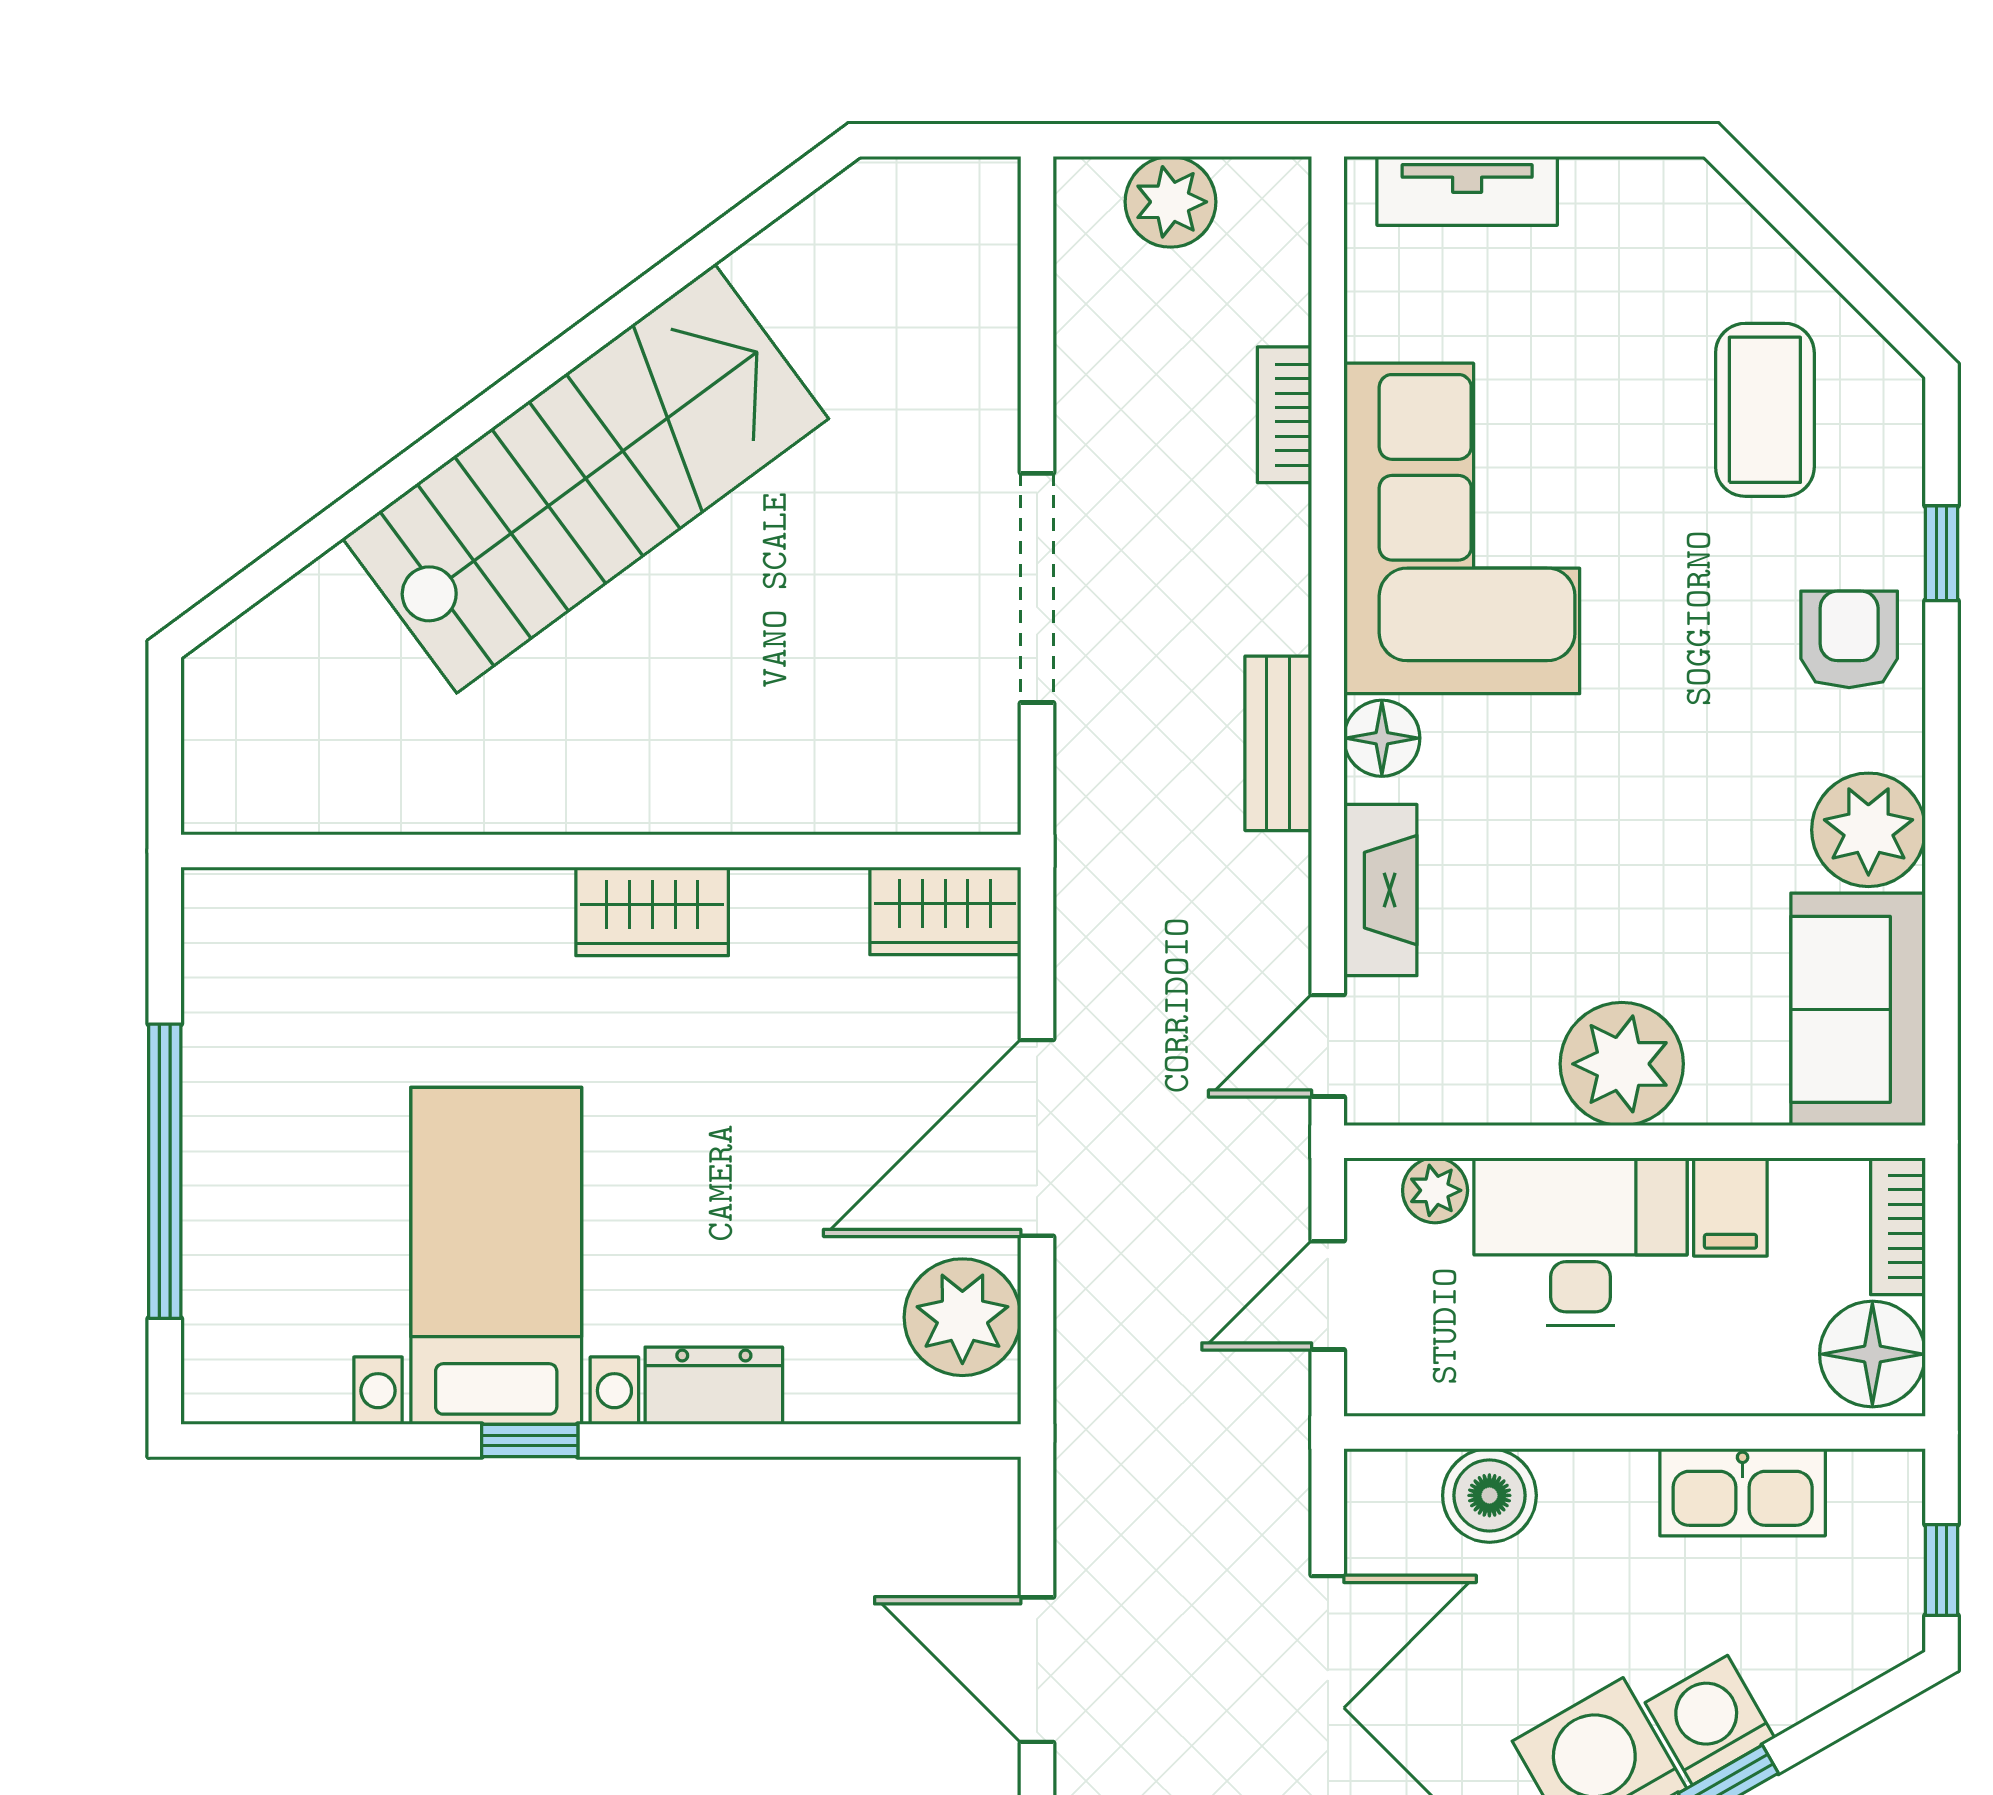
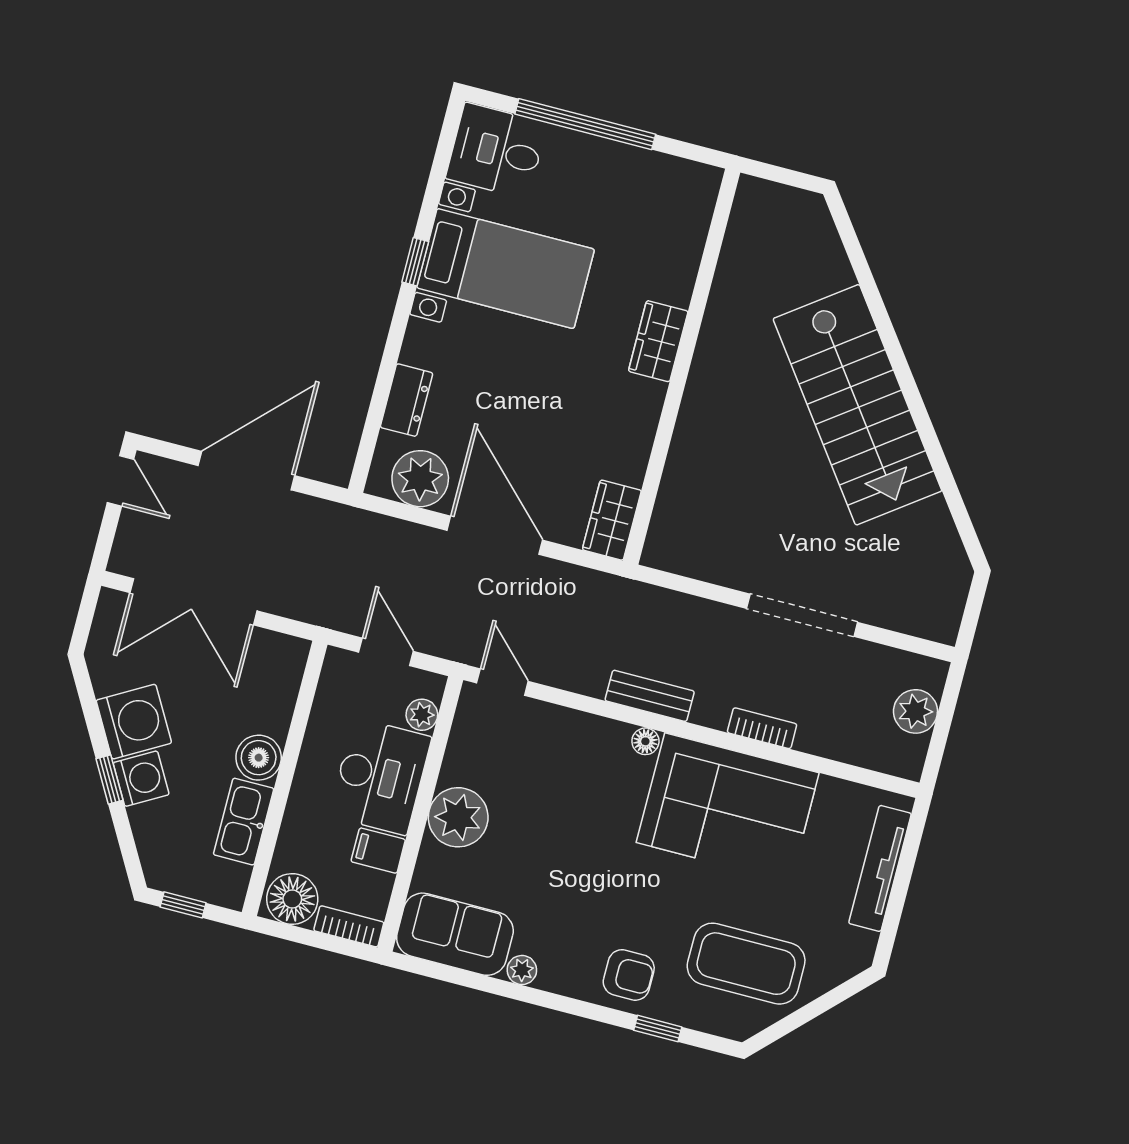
tv unit: (1467, 191) -> (880, 868), width x1.41
coffee table: (1765, 410) -> (746, 964), width x1.36, depth x1.32
bookcase: (1284, 415) -> (762, 728), moved
doorway: (1037, 588) -> (802, 615), moved
floor lamp: (1382, 738) -> (645, 741), width x0.73, depth x0.73
plant: (1868, 830) -> (522, 970), width x0.53, depth x0.53
fireplace: (1380, 890) -> (569, 726), removed
wardrobe: (652, 911) -> (658, 341), moved
desk: (265, 1335) -> (496, 151), added
dresser: (714, 1386) -> (406, 400), moved
boiler: (1489, 1495) -> (259, 758), moved
door: (1037, 1670) -> (246, 471), width x1.36

